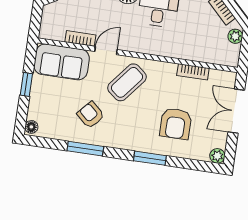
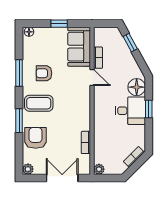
plant: (235, 36) -> (99, 169), moved
coffee table: (127, 82) -> (39, 103), moved, turned -39
armchair: (91, 115) -> (44, 73), turned -132
armchair: (176, 124) -> (36, 138), moved, turned 90

